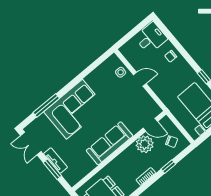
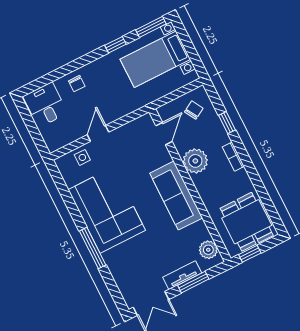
window: (46, 105) -> (93, 248), moved
corner sofa: (75, 109) -> (107, 210), moved
plant: (145, 144) -> (195, 161), moved
plant: (77, 174) -> (208, 250), added

